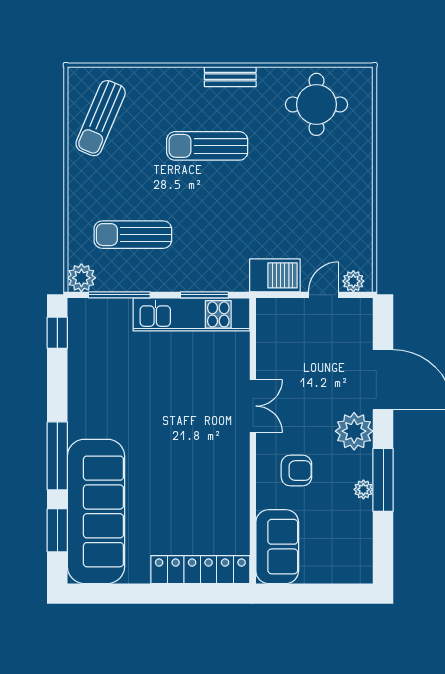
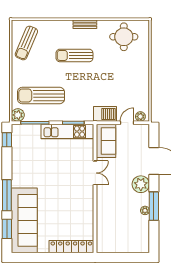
sun lounger: (133, 235) -> (41, 95), width x1.36, depth x1.34
armchair: (296, 471) -> (115, 202), removed
sofa: (277, 547) -> (106, 141), moved

